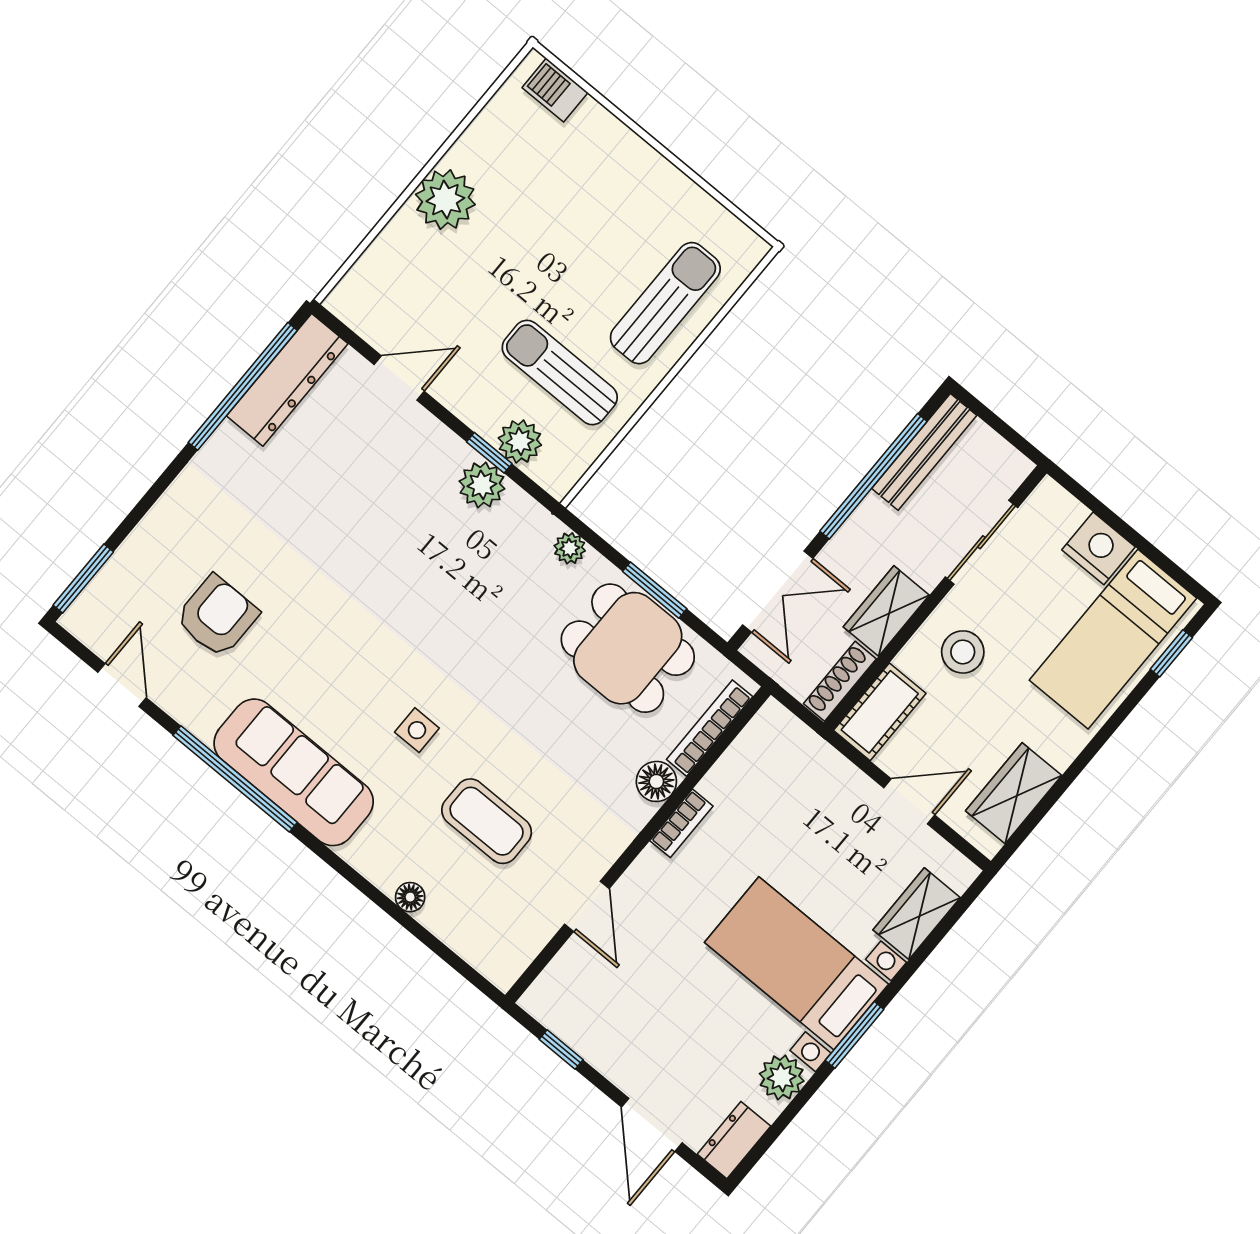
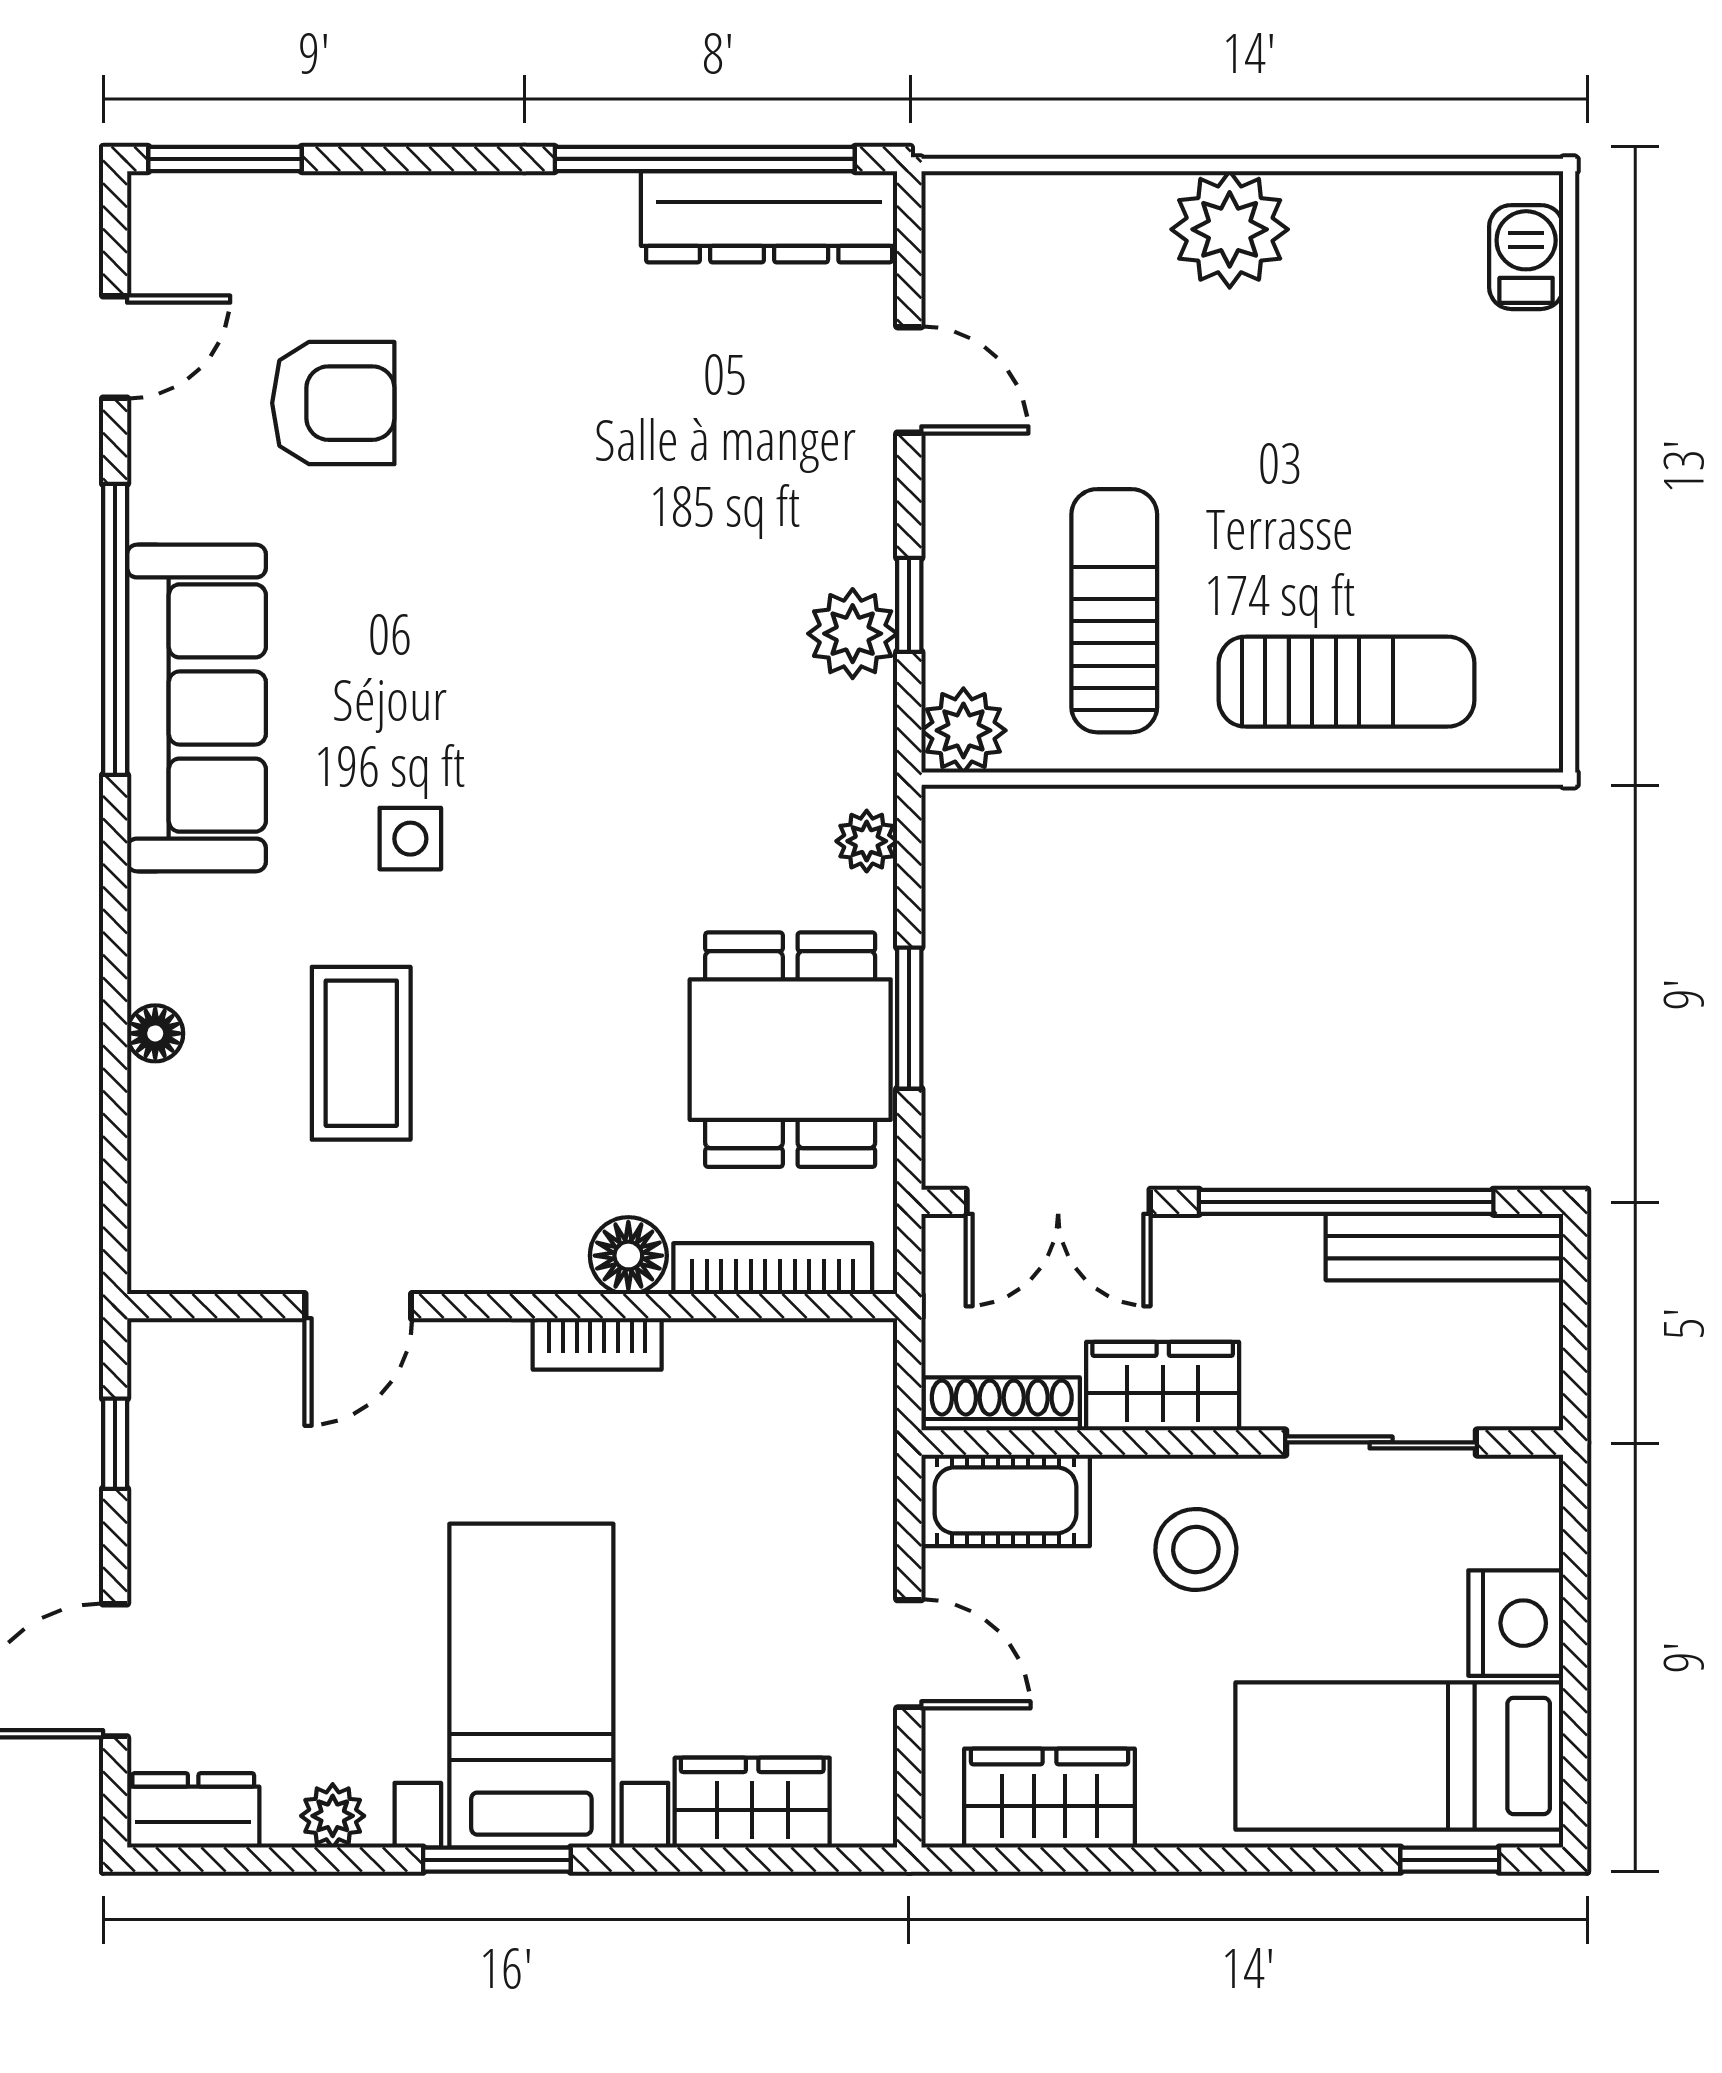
plant: (520, 441) -> (963, 730), moved
plant: (782, 1077) -> (333, 1816), width x0.73, depth x0.73

